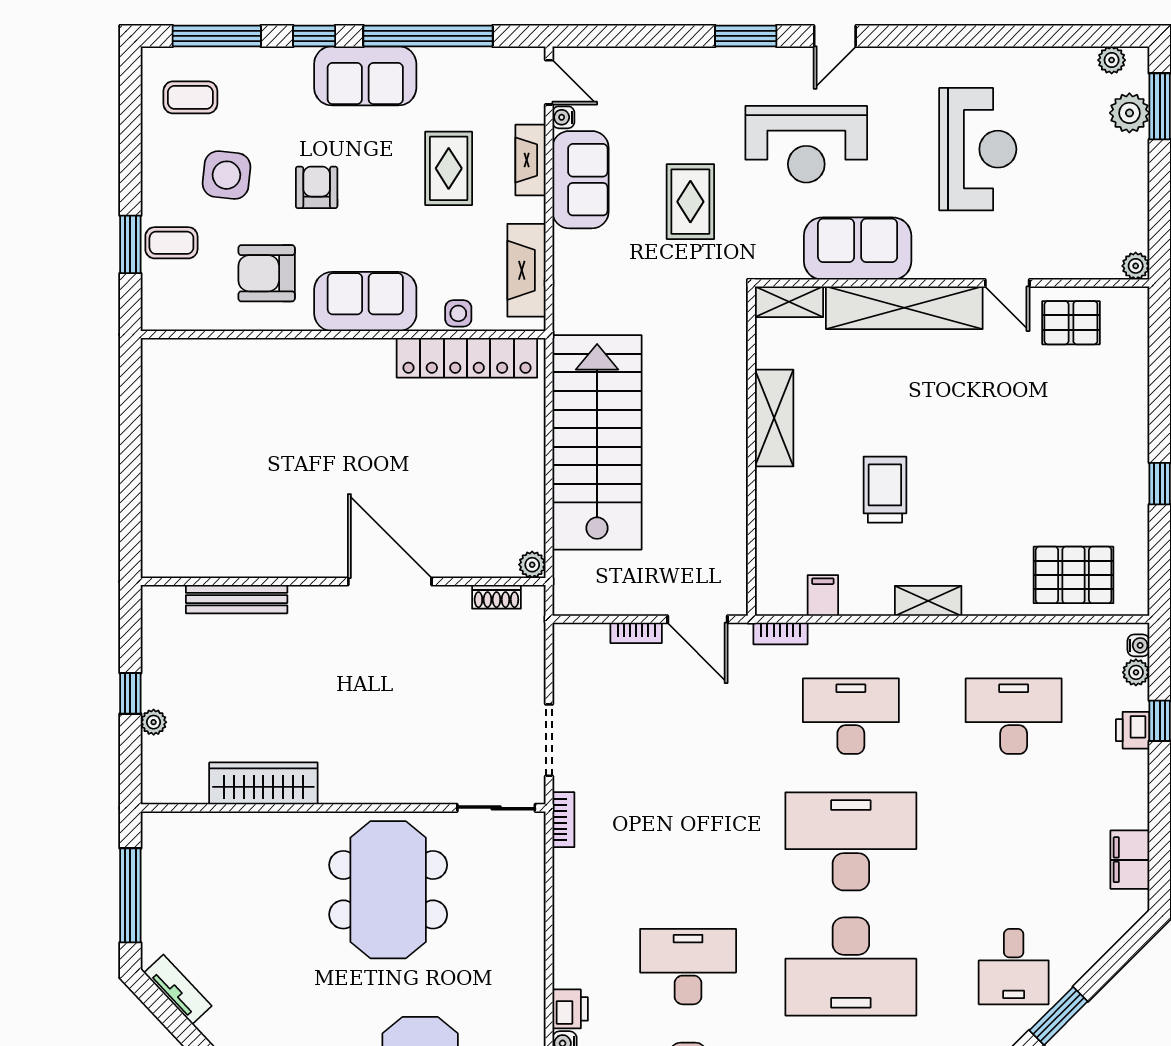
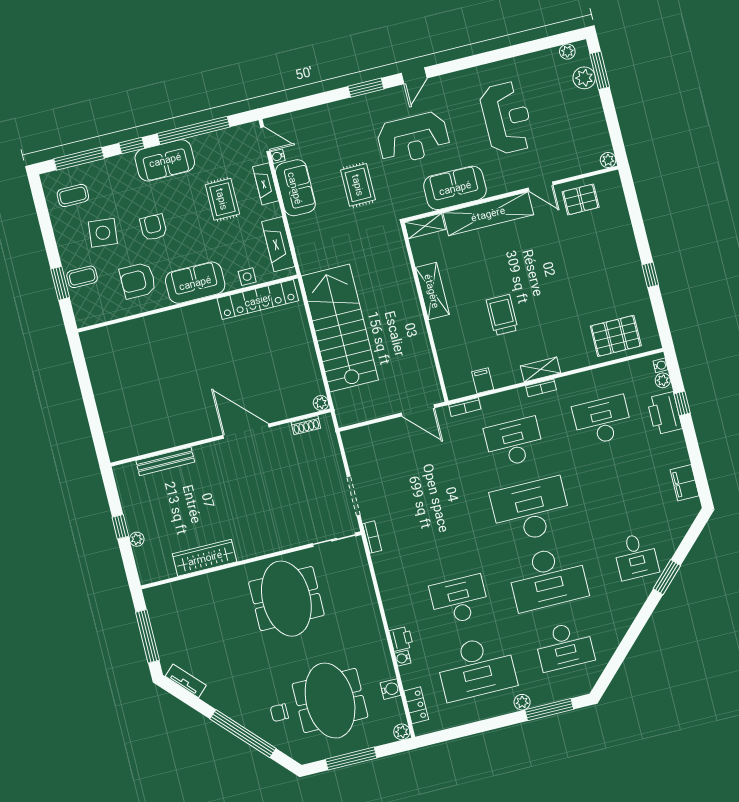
bookcase: (636, 633) -> (541, 388), moved
printer: (1133, 730) -> (664, 413), width x1.87, depth x1.48

